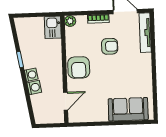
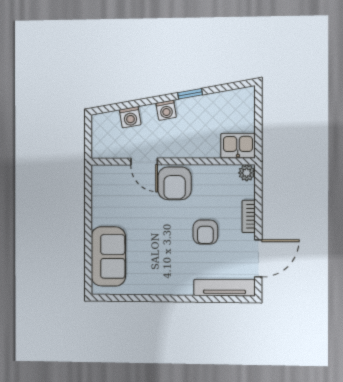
armchair: (79, 68) -> (175, 183), turned -90
washing machine: (34, 87) -> (130, 117), moved
door: (66, 101) -> (144, 162), moved

